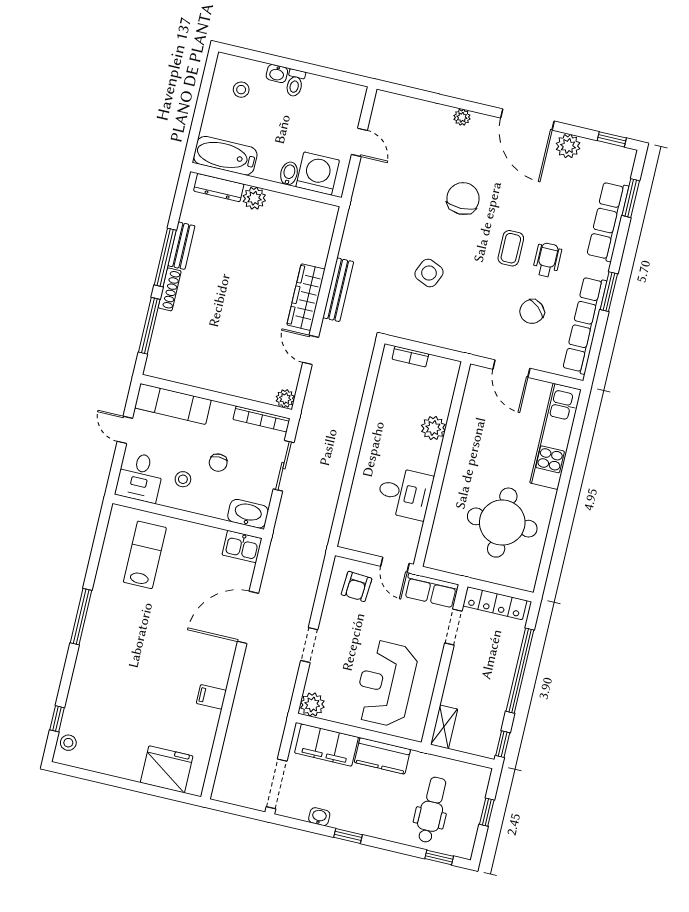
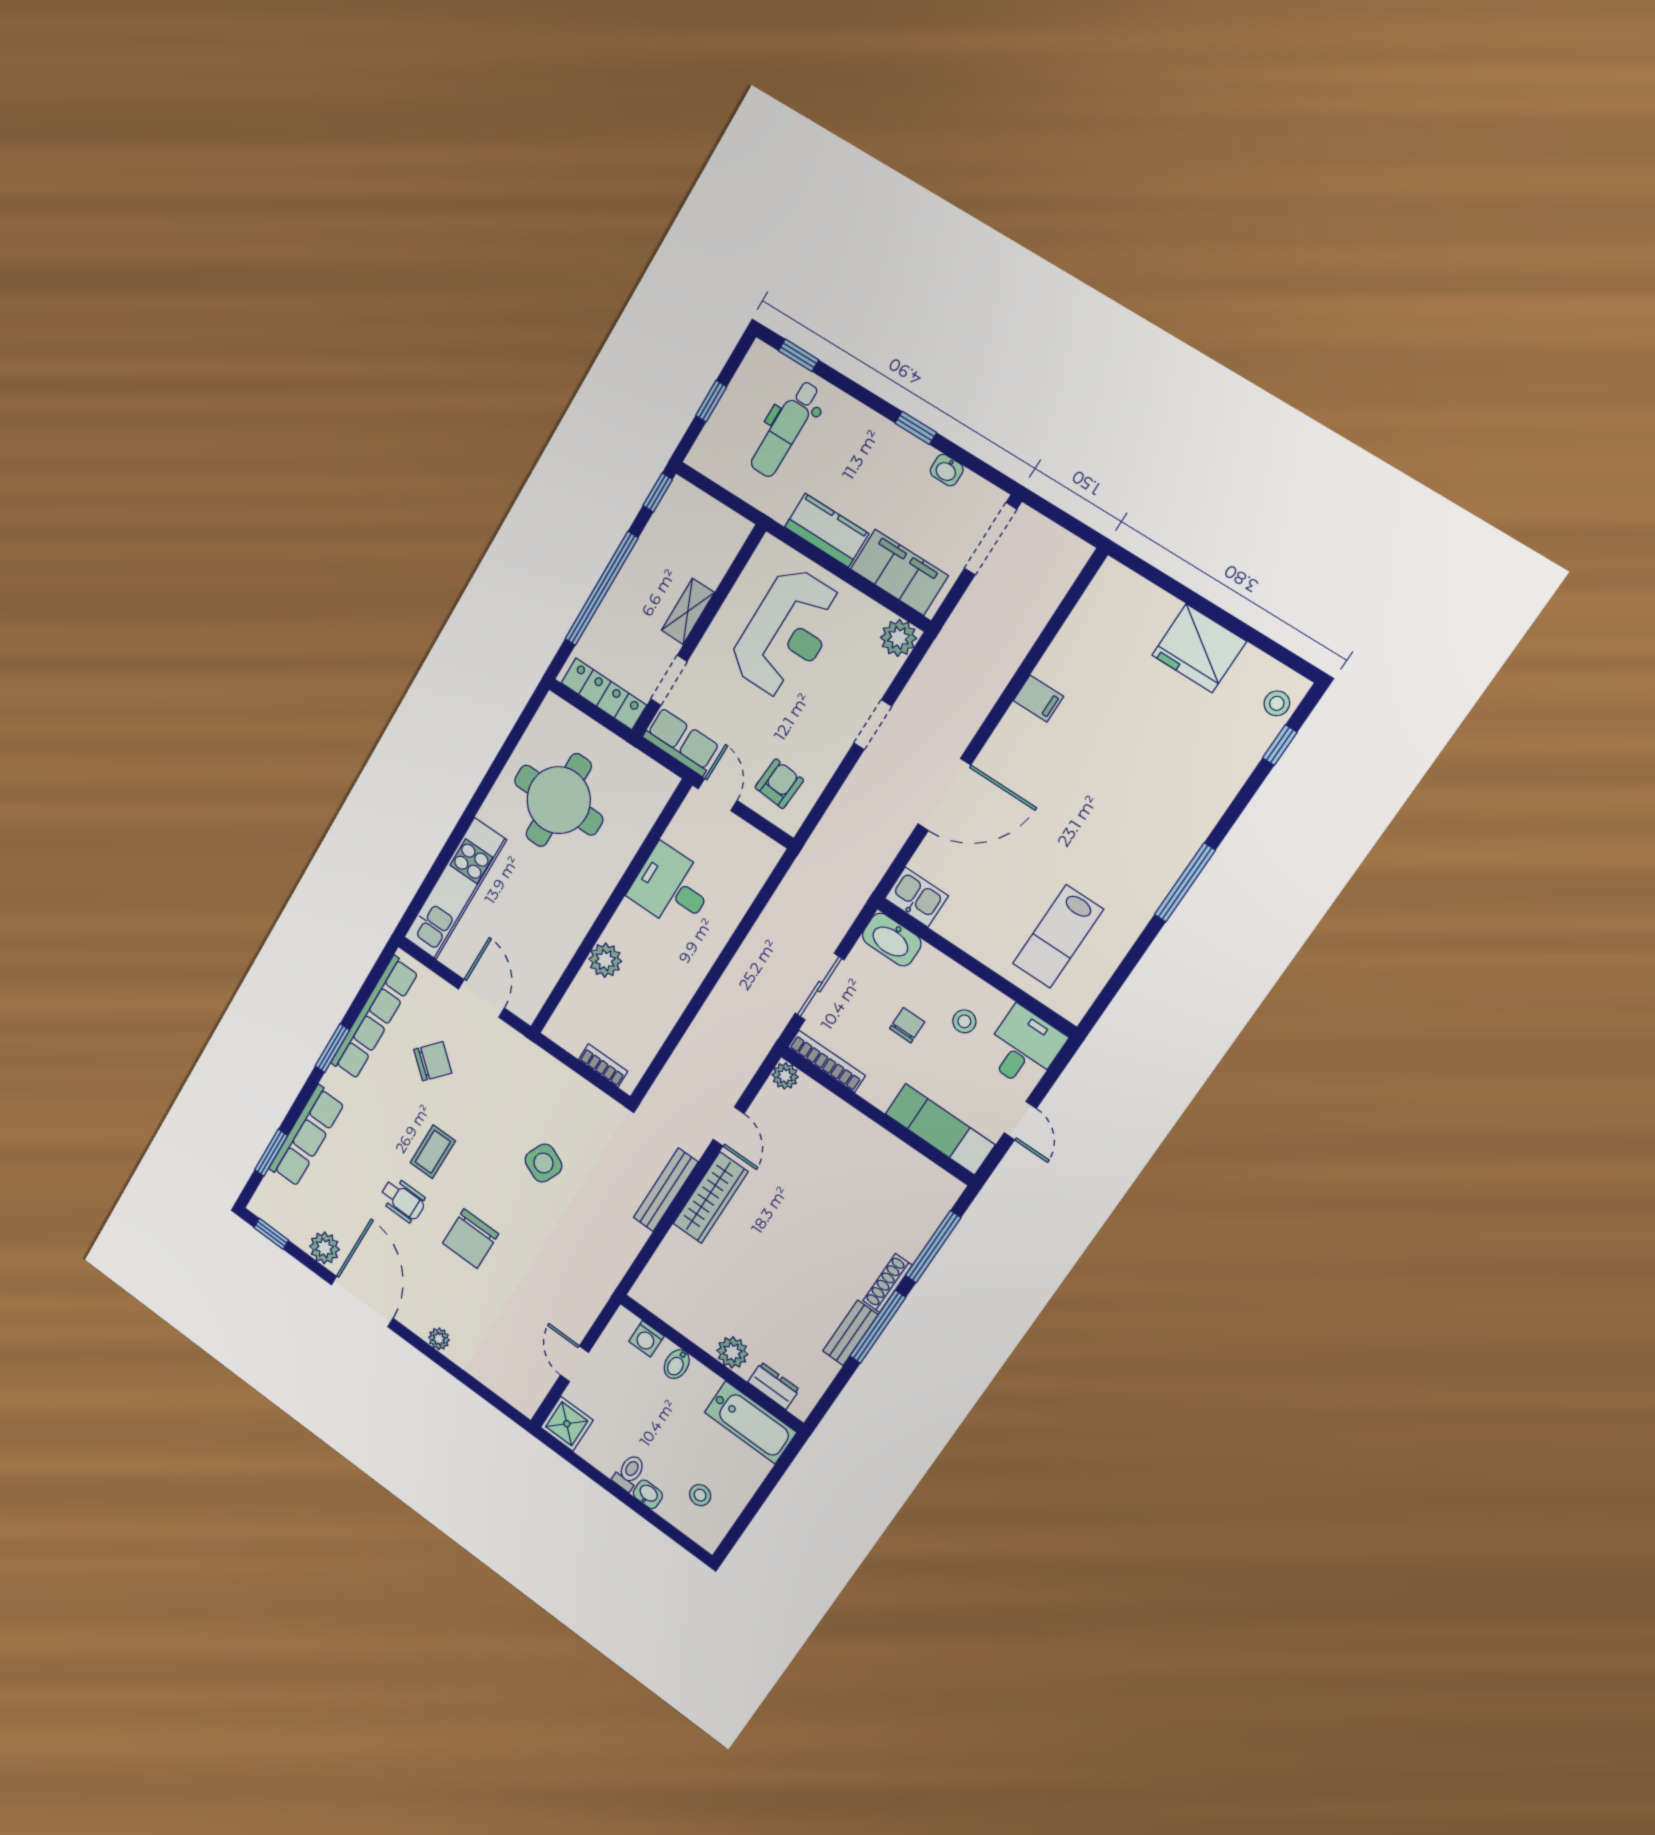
shower: (350, 98) -> (567, 1424), added
washing machine: (318, 174) -> (646, 1339), width x0.53, depth x0.53
dresser: (219, 188) -> (774, 1386), width x0.70
wheelchair: (547, 260) -> (403, 1200), moved, turned -90
shelving: (444, 727) -> (688, 611), moved
fridge: (167, 769) -> (1199, 648), moved

